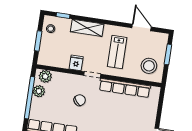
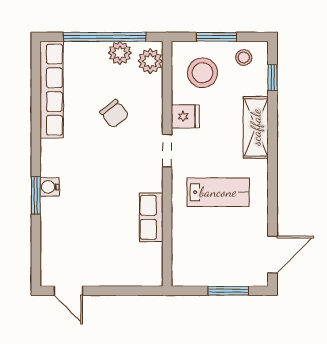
door: (142, 27) -> (273, 255), moved
lab bench: (117, 52) -> (218, 192), turned 180
stool: (149, 66) -> (202, 73), moved
row of seats: (125, 88) -> (151, 217), width x0.50
chair: (80, 100) -> (114, 114), moved

